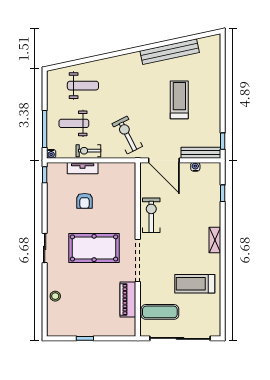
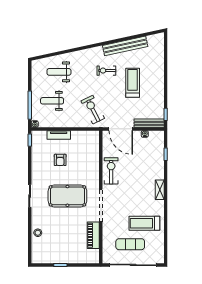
weight bench: (83, 86) -> (59, 72), turned 180
exercise bike: (88, 151) -> (106, 71), moved
exercise mat: (160, 312) -> (130, 244), moved

